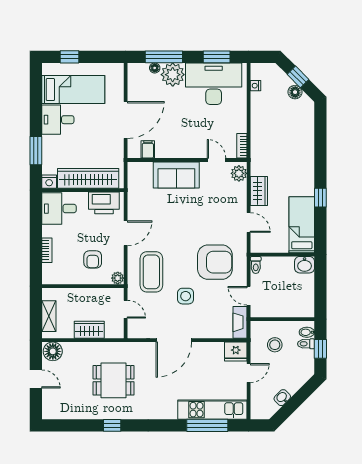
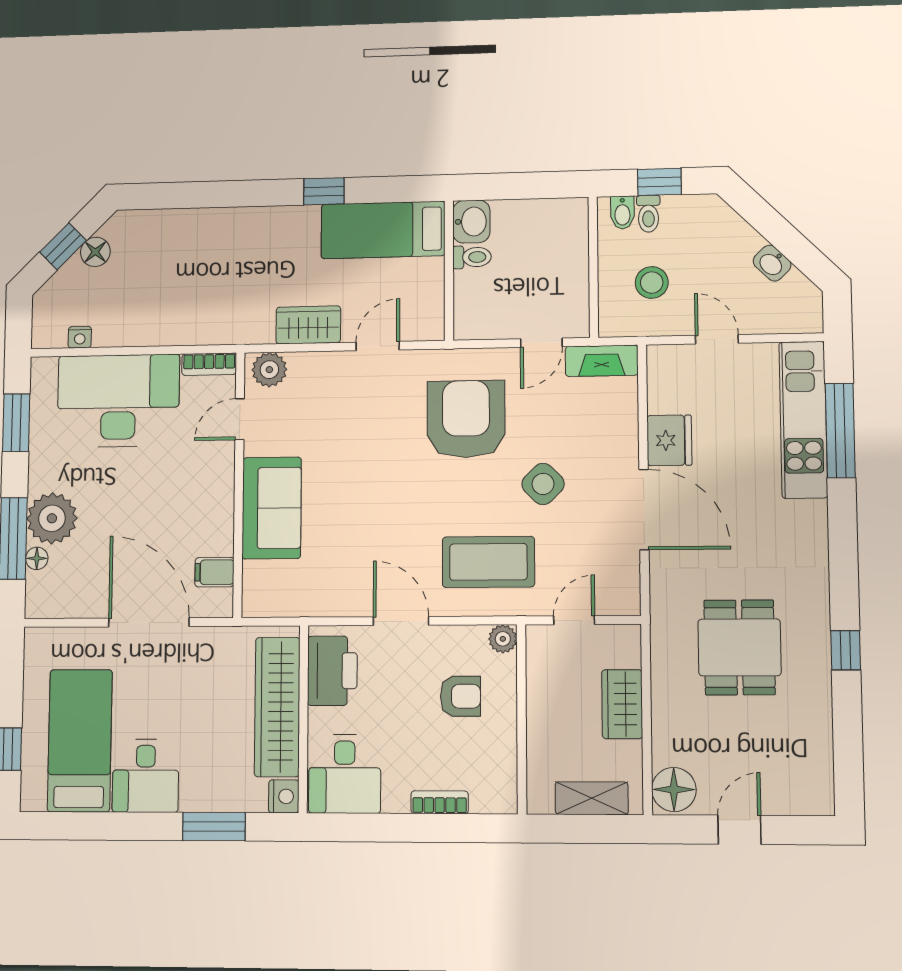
desk: (214, 84) -> (118, 401), moved, turned 90
toilet: (256, 265) -> (472, 257), moved
side table: (186, 296) -> (543, 484), turned 45
fridge: (236, 352) -> (669, 440), moved

